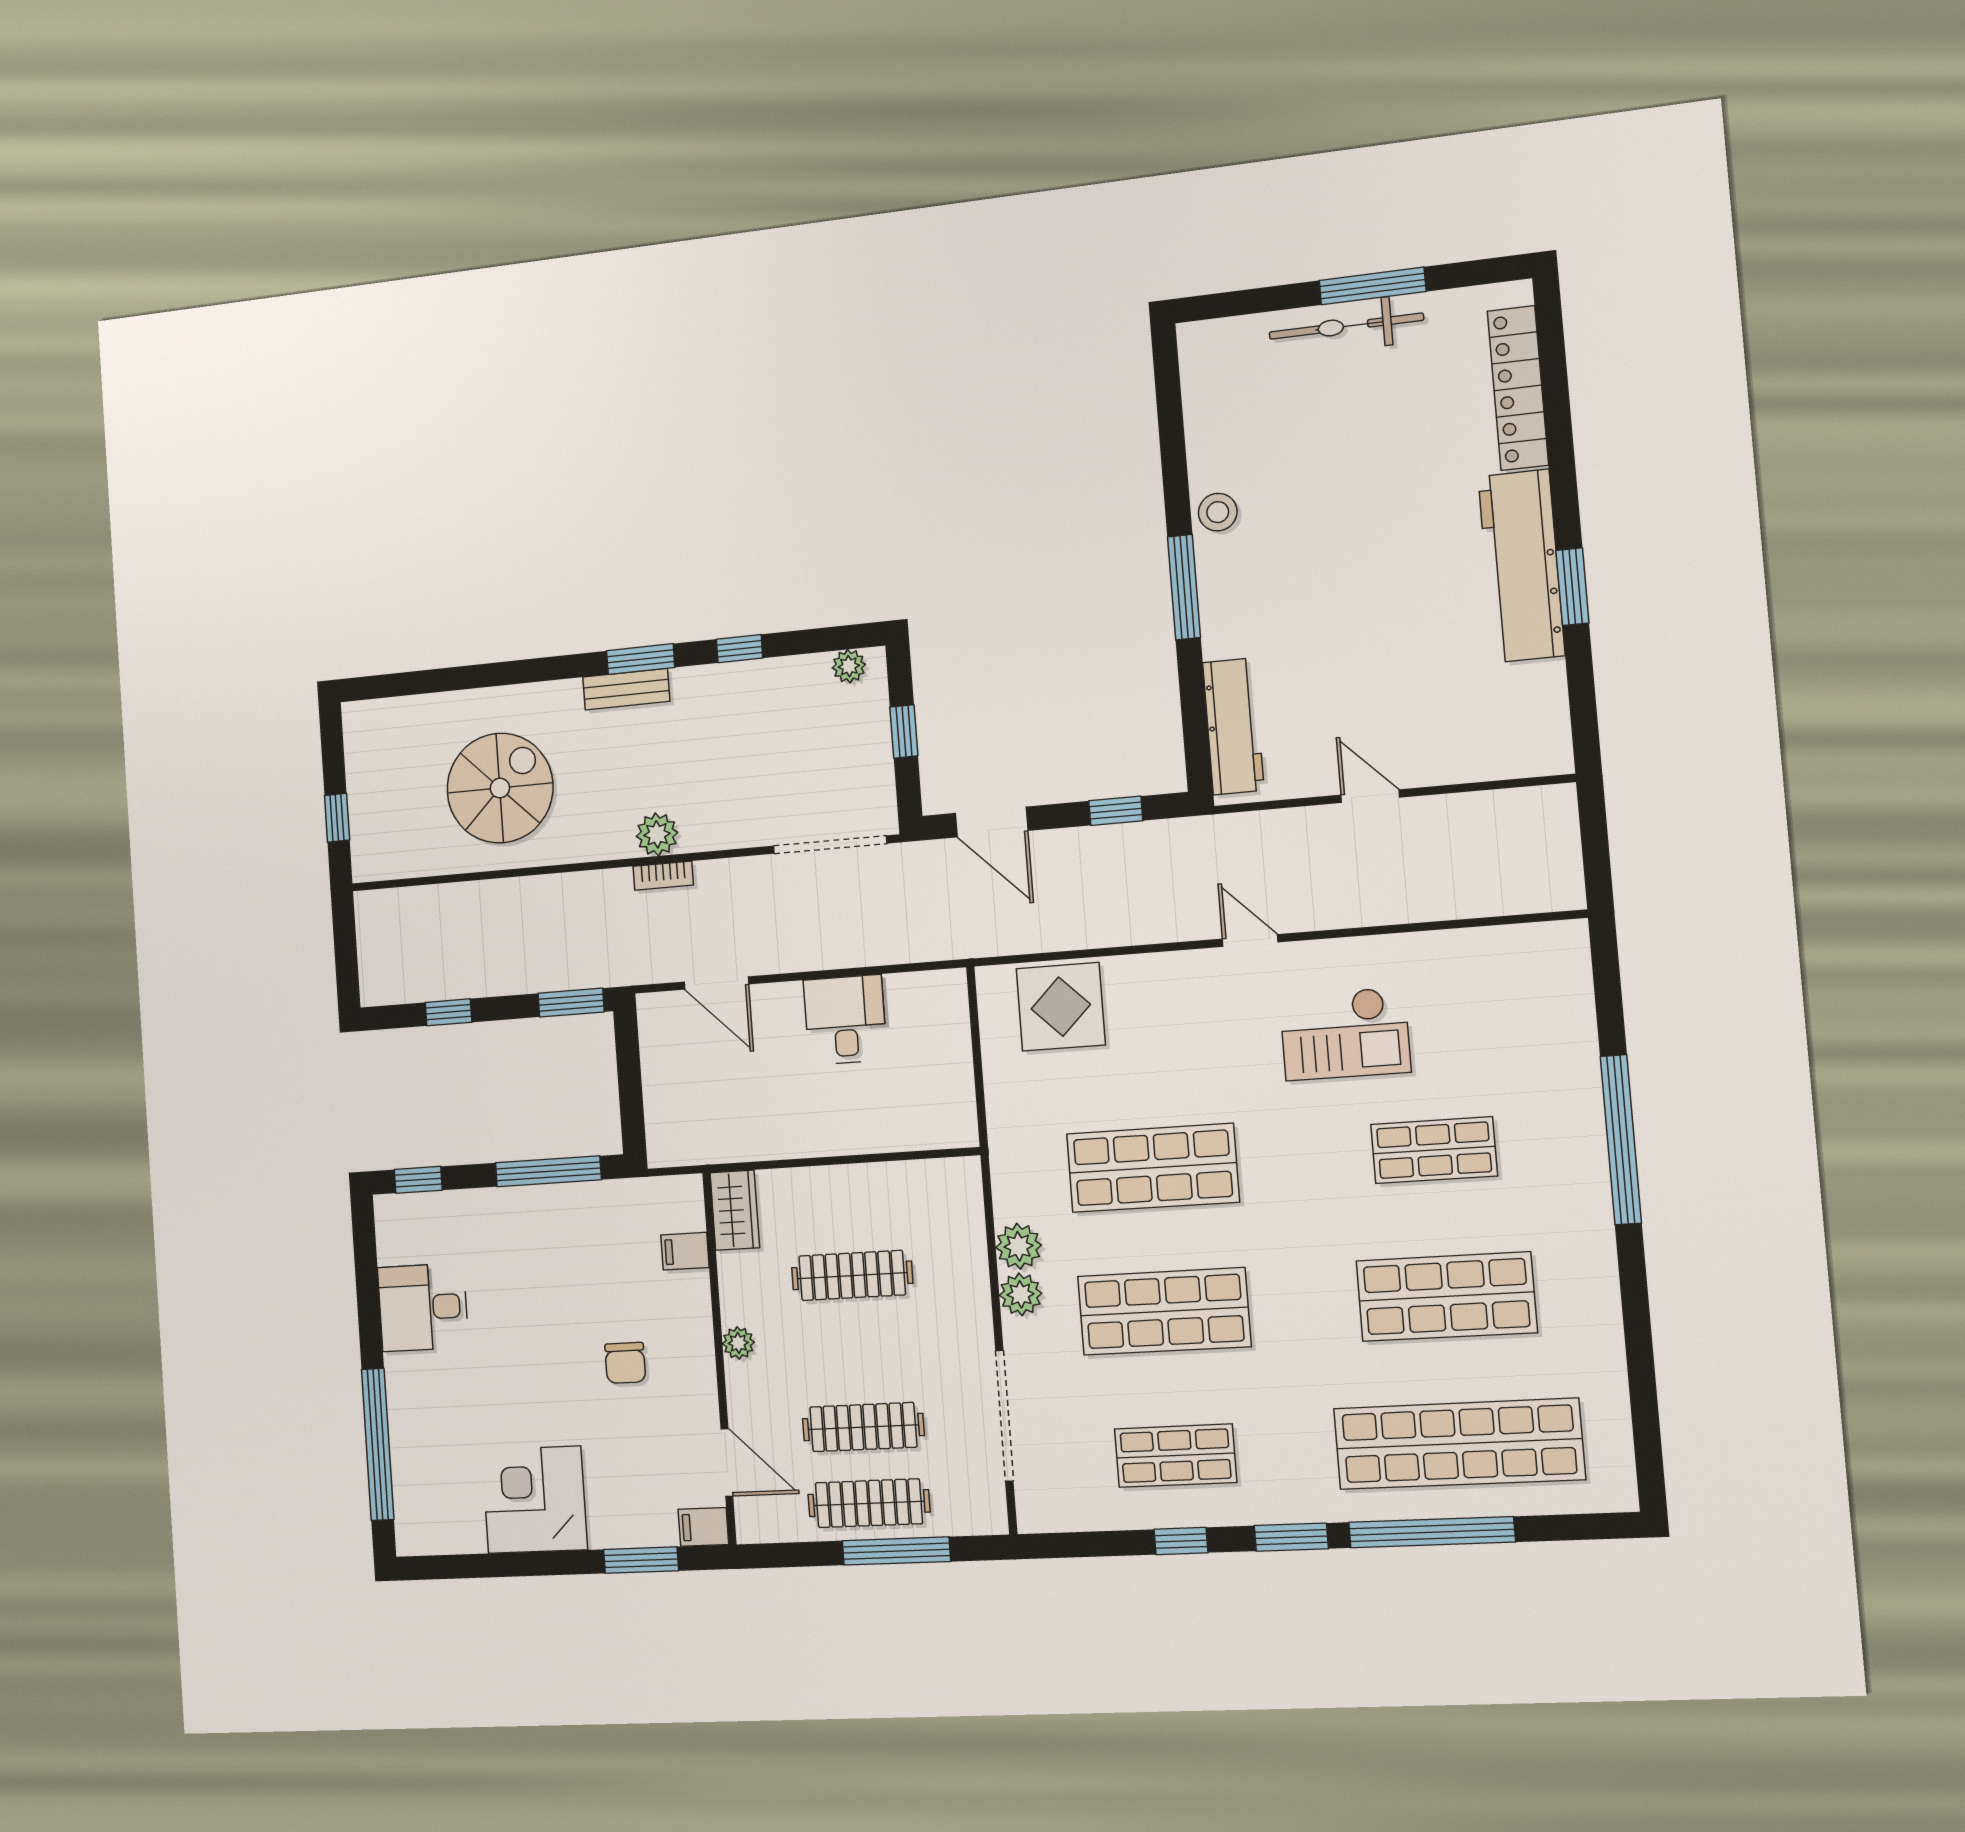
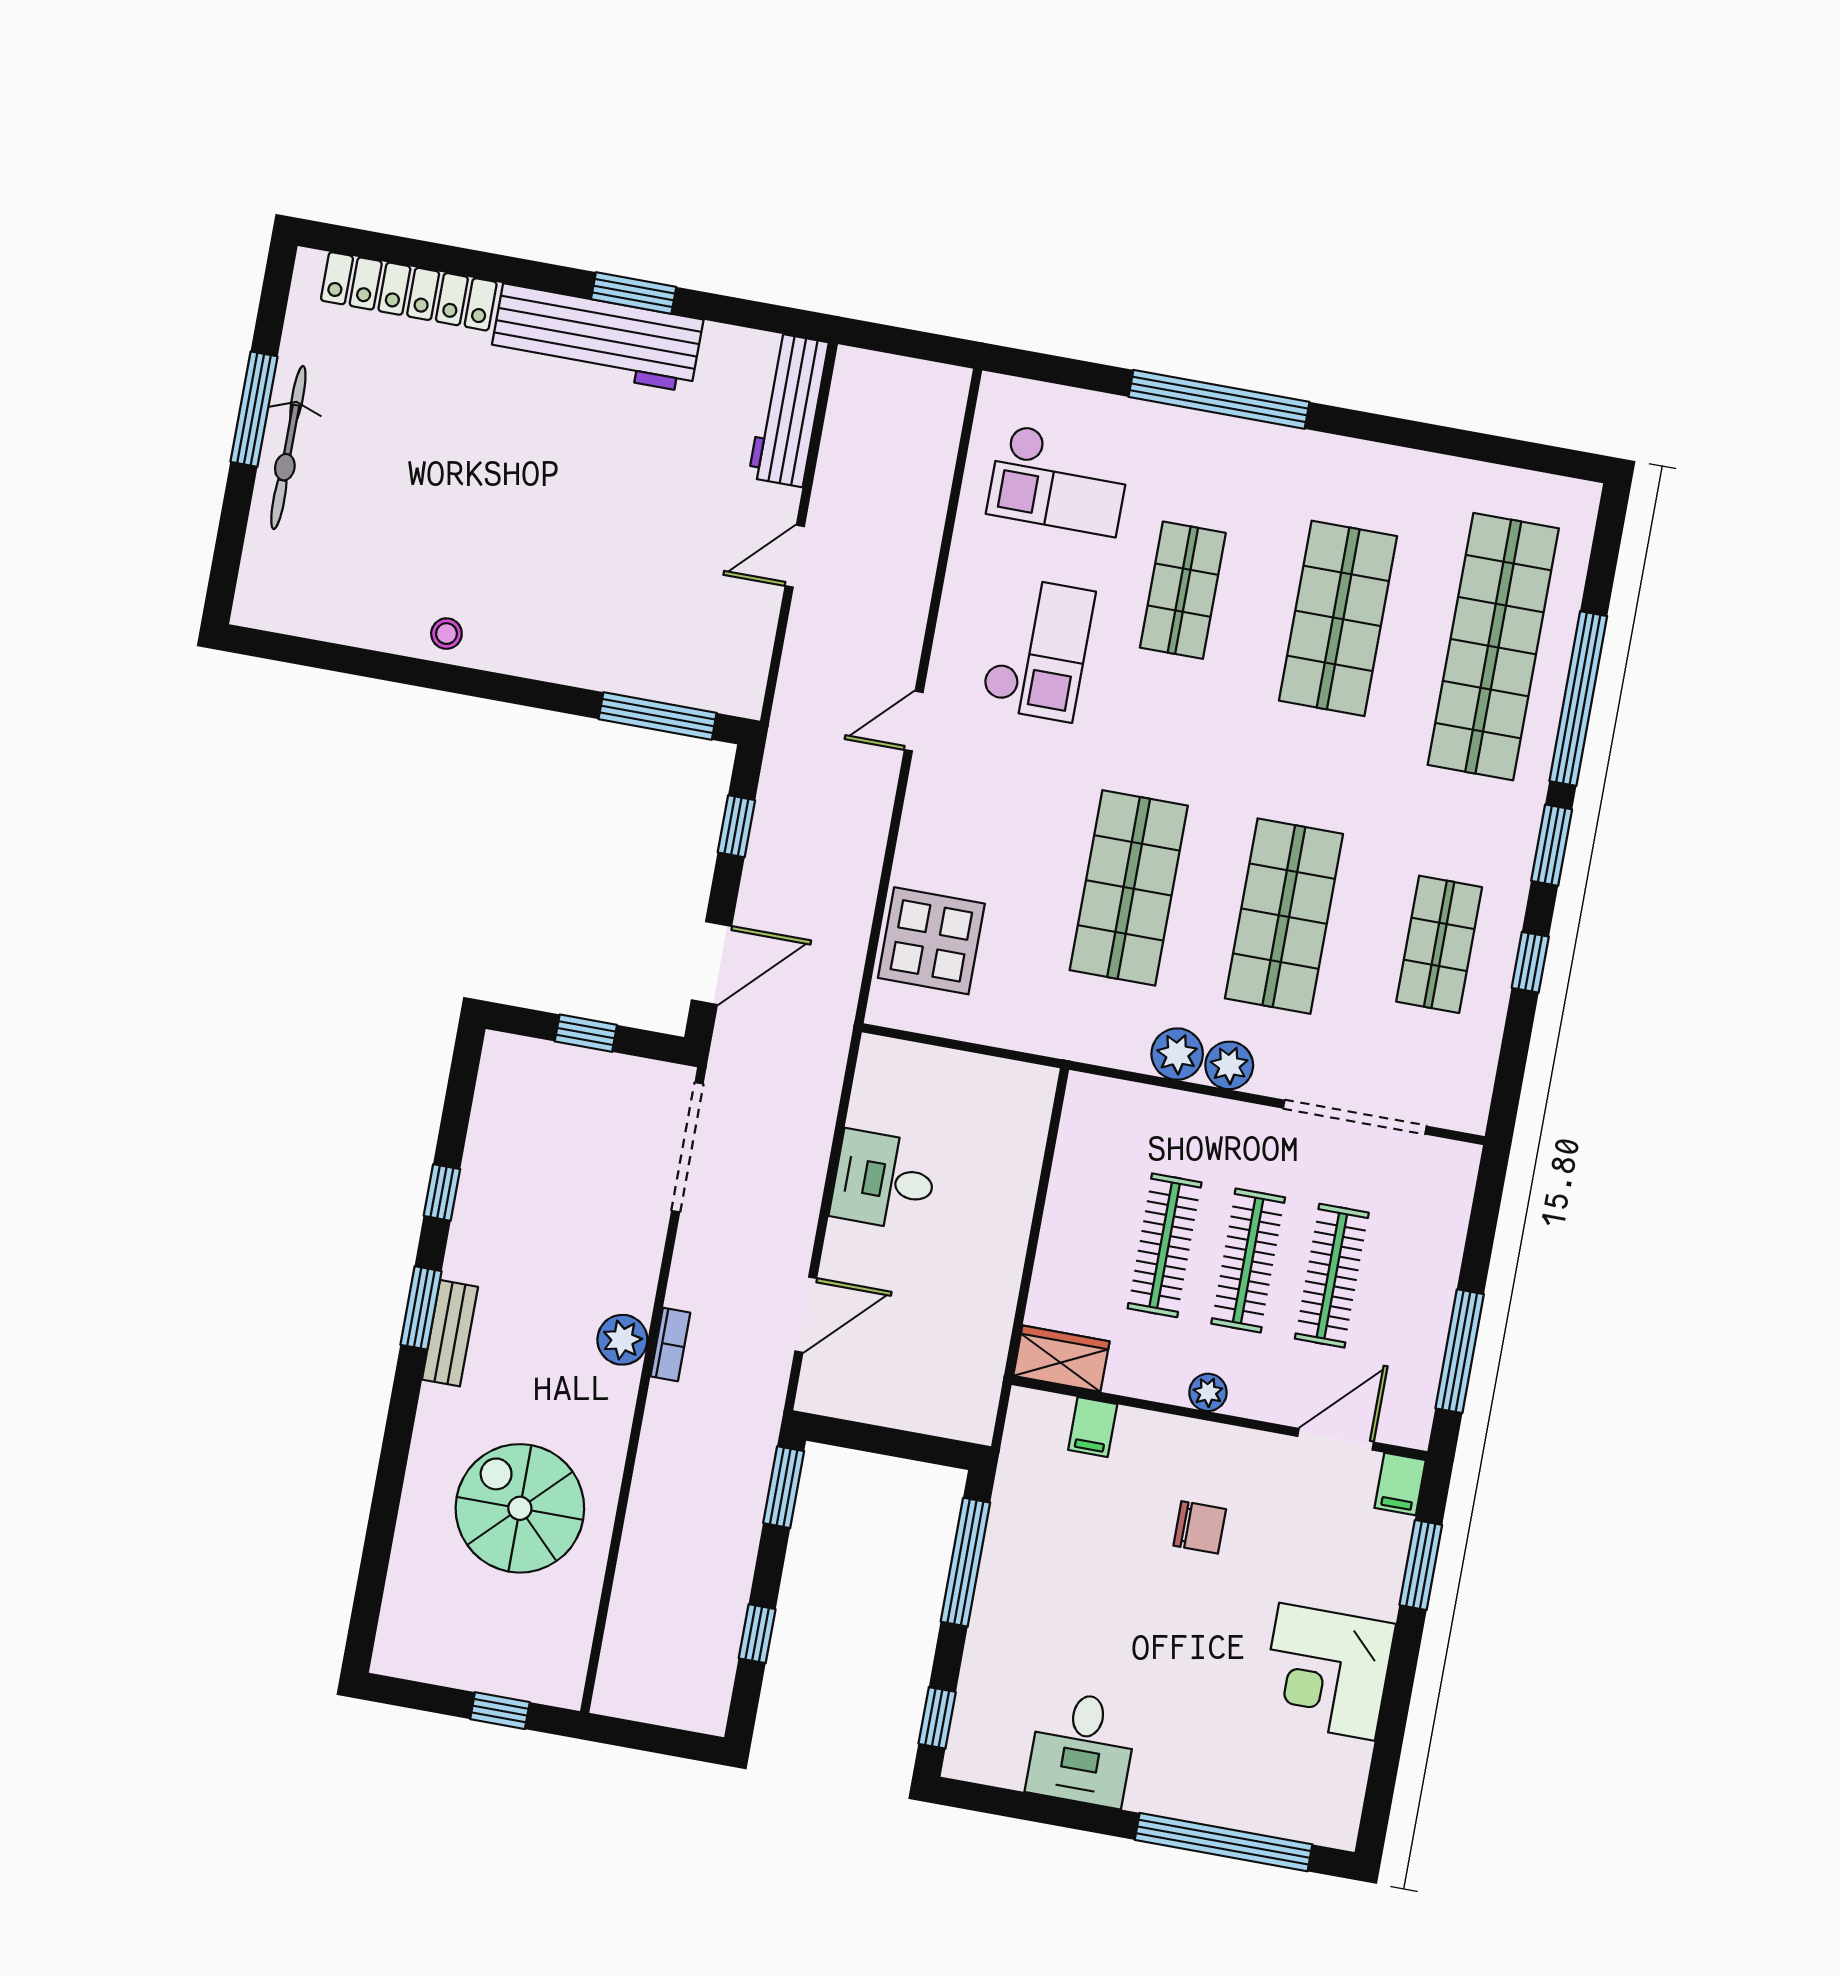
stool: (1218, 512) -> (446, 634), width x0.73, depth x0.73
window: (1184, 587) -> (658, 716), moved
plant: (849, 666) -> (497, 1075), removed
workbench: (1233, 726) -> (789, 410), moved, turned -90
checkout: (1505, 1013) -> (1059, 480), added
clothes rail: (869, 1503) -> (1248, 1261), moved
window: (896, 1551) -> (1460, 1351), moved

